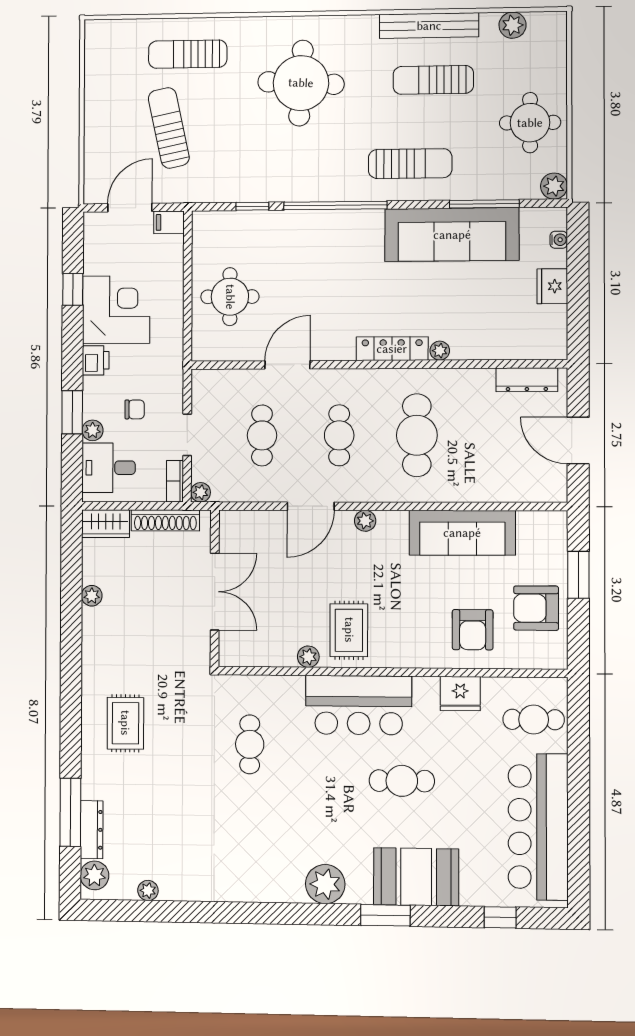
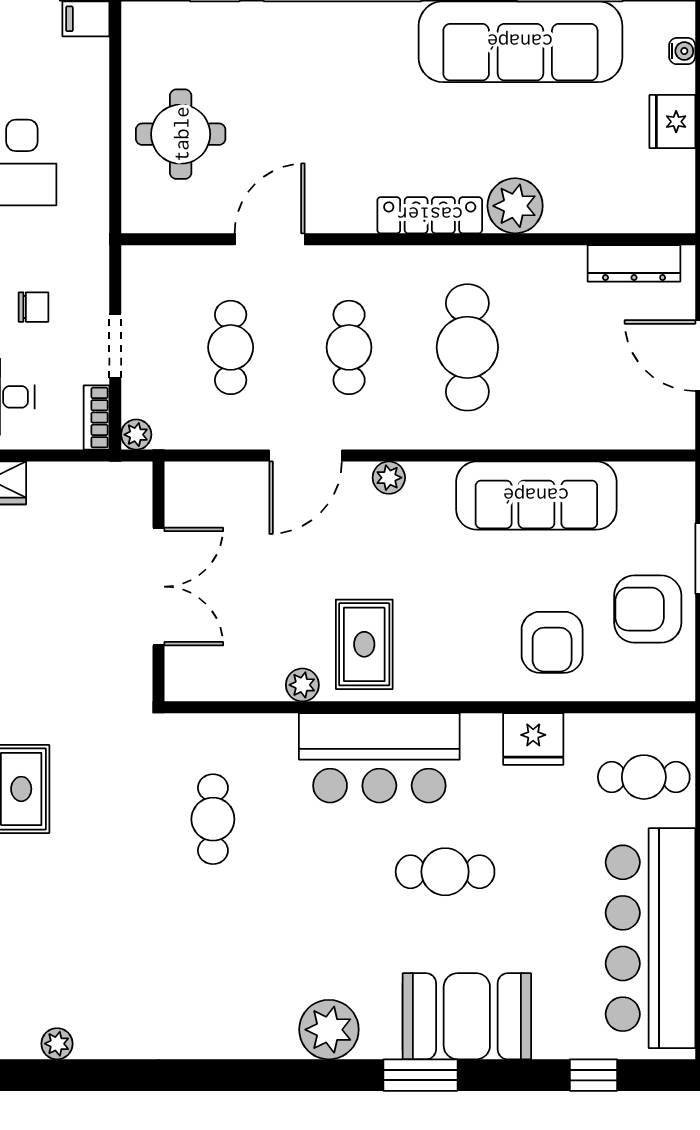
plant: (440, 351) -> (515, 206), width x1.87, depth x1.87
shoe rack: (165, 520) -> (82, 478), removed

